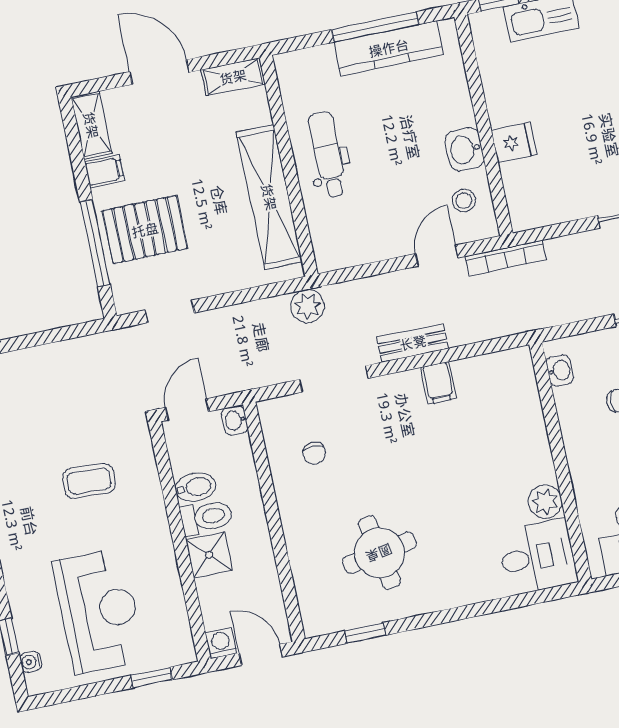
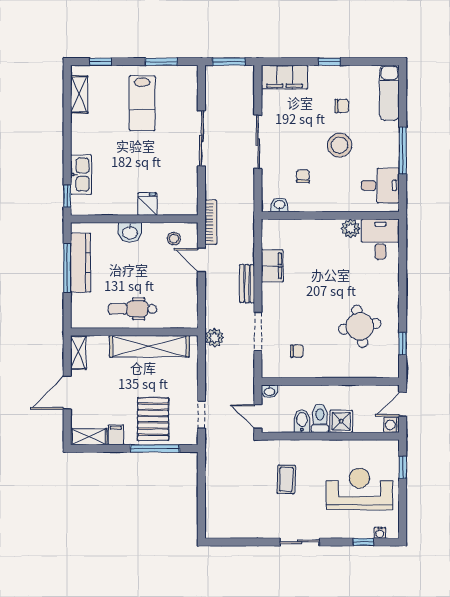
washbasin: (465, 149) -> (130, 232), moved
filing cabinet: (438, 383) -> (272, 266), width x2.00

